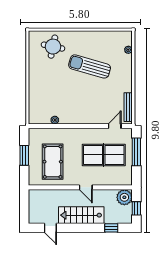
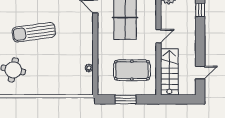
sun lounger: (90, 66) -> (34, 32), turned 66
stairs: (81, 215) -> (169, 72), moved, turned 180

